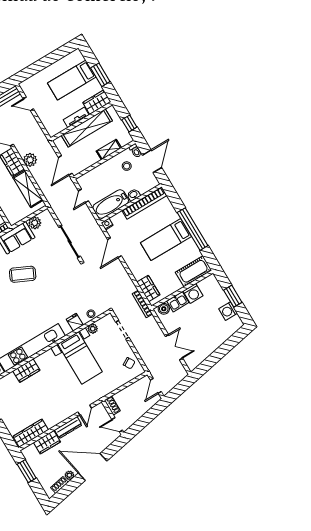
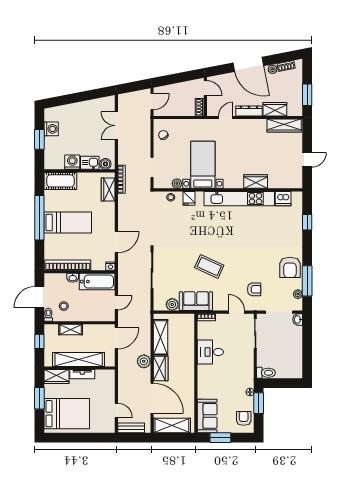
bed: (72, 80) -> (67, 414), width x1.50

